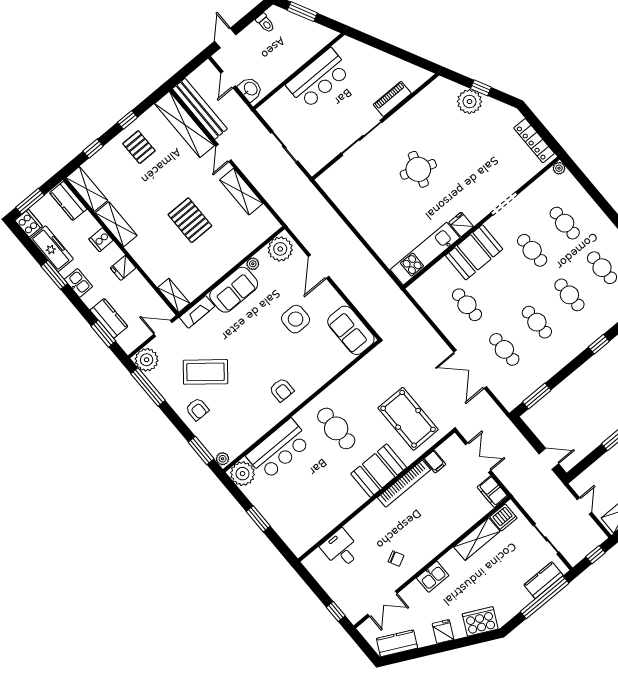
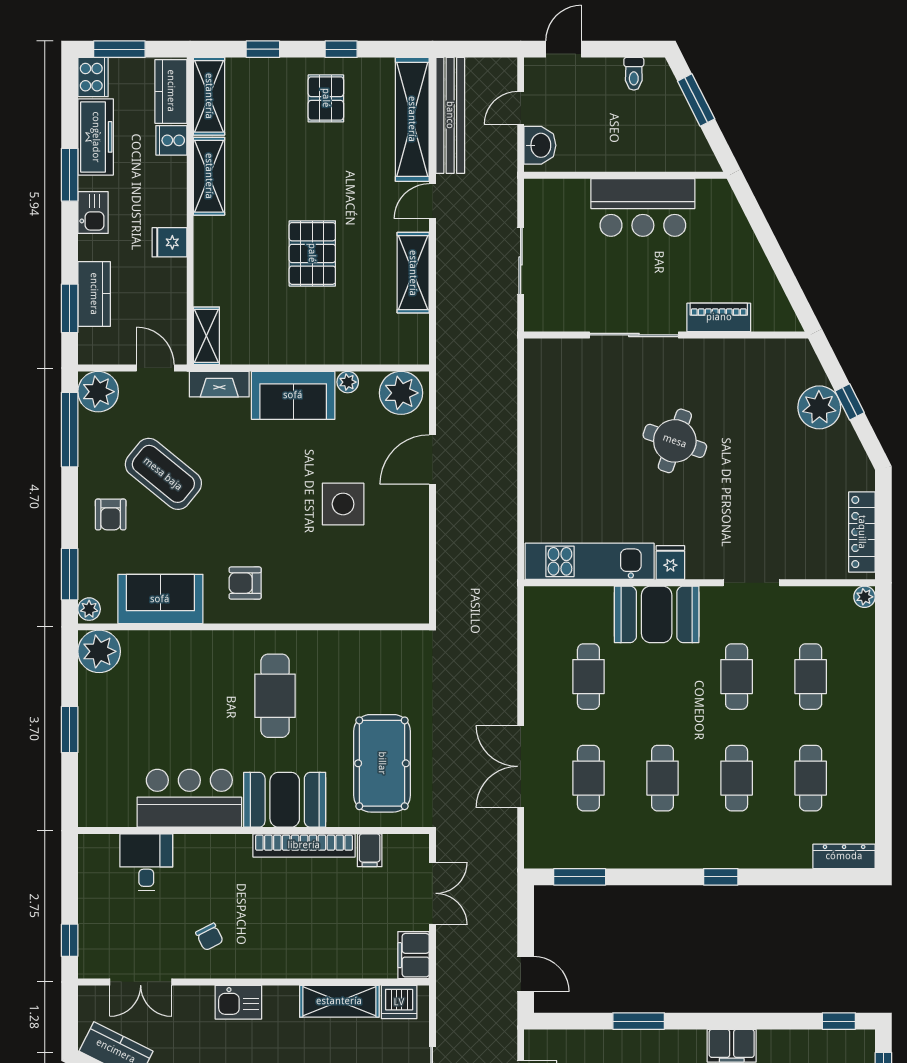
cooker: (101, 240) -> (171, 140), moved
sofa: (351, 330) -> (160, 599), moved, turned 90
armchair: (282, 390) -> (245, 583), turned 90
bar counter: (279, 449) -> (189, 798), moved, turned 180

